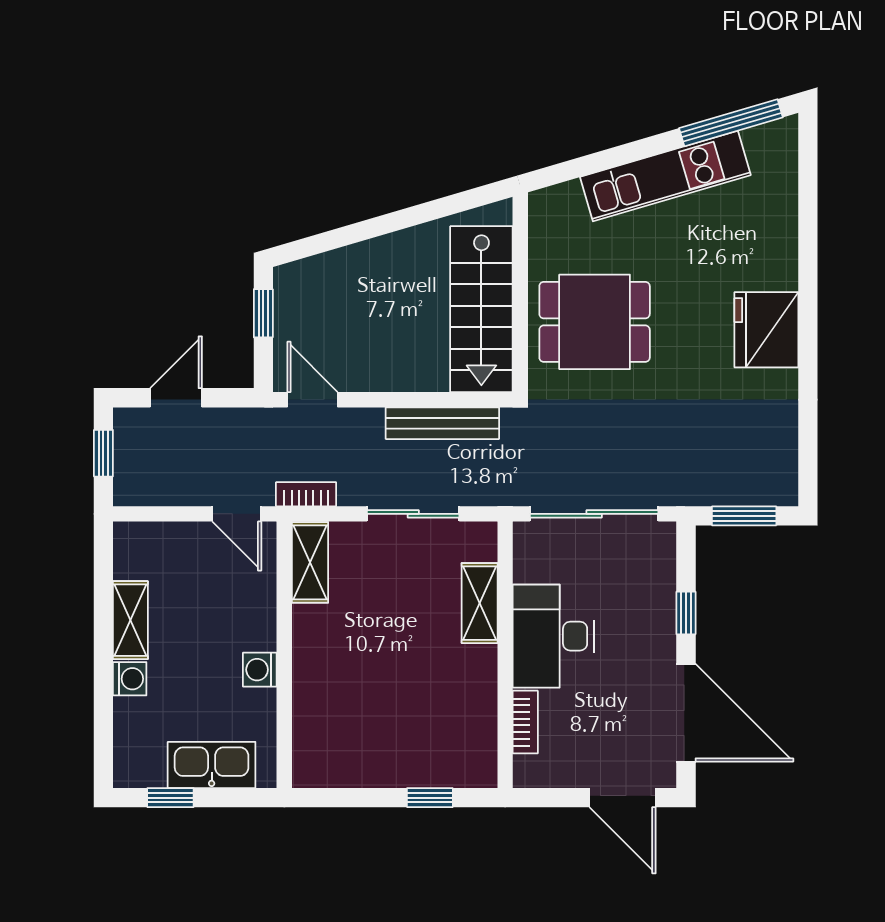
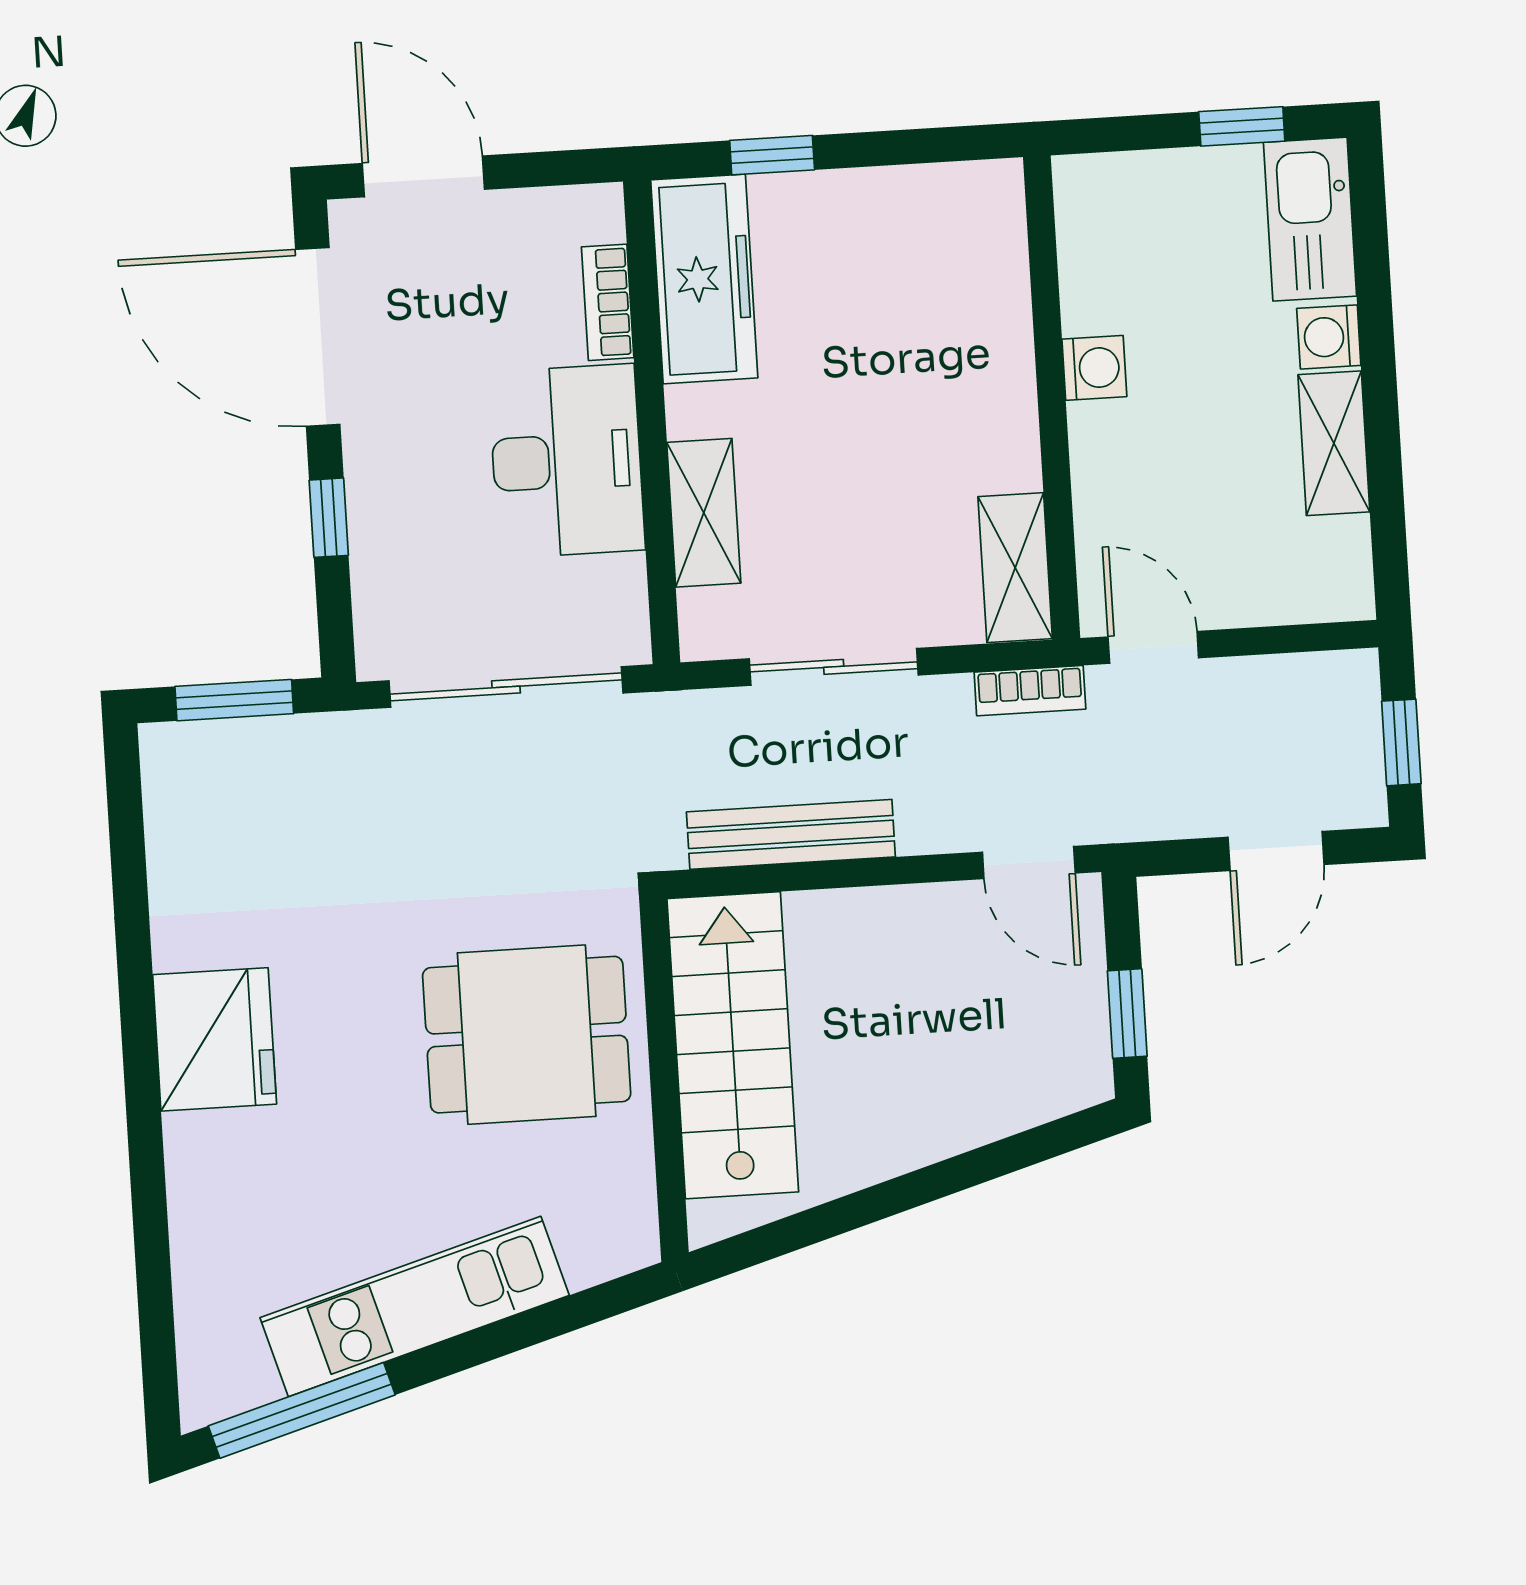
freezer: (471, 732) -> (704, 279), added
kitchen sink: (212, 765) -> (1310, 219), moved, turned 90

